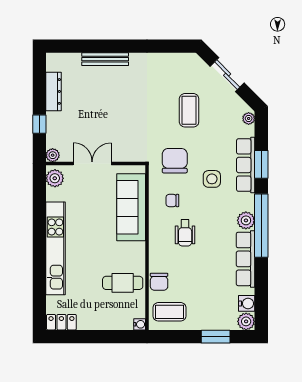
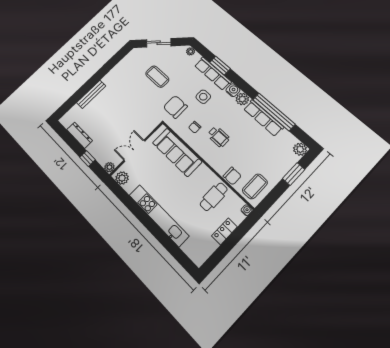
window: (261, 226) -> (274, 112), moved
water cooler: (247, 303) -> (233, 90), moved
locker: (61, 322) -> (224, 231), moved

